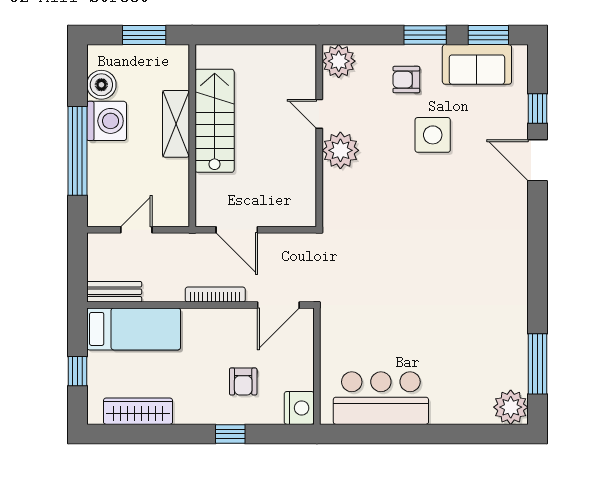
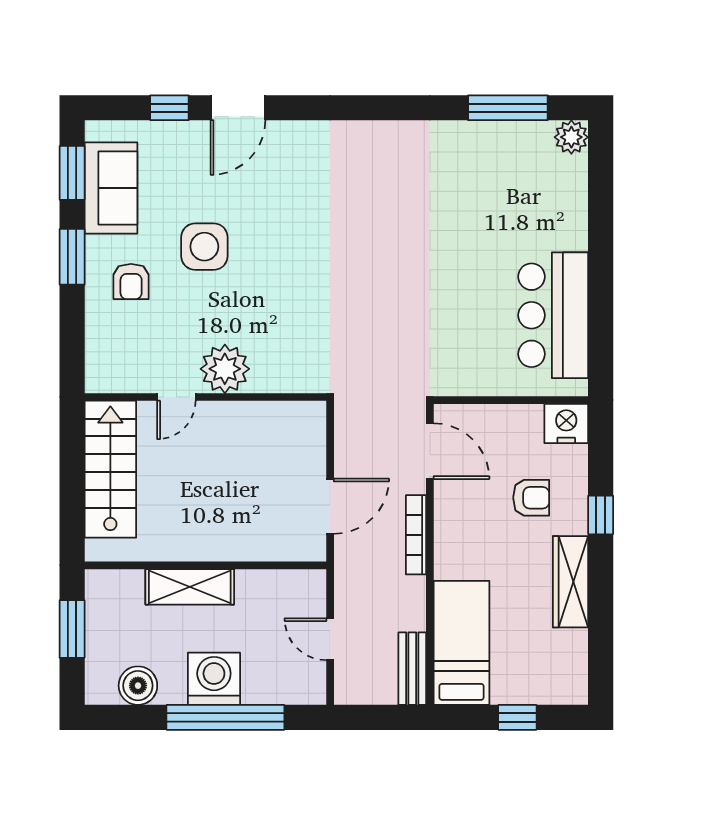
plant: (339, 61) -> (107, 371), removed
washing machine: (107, 121) -> (214, 679), moved
stairs: (215, 121) -> (110, 469), moved, turned 90
plant: (511, 407) -> (571, 137), width x0.73, depth x0.73
wardrobe: (138, 411) -> (571, 582), moved

